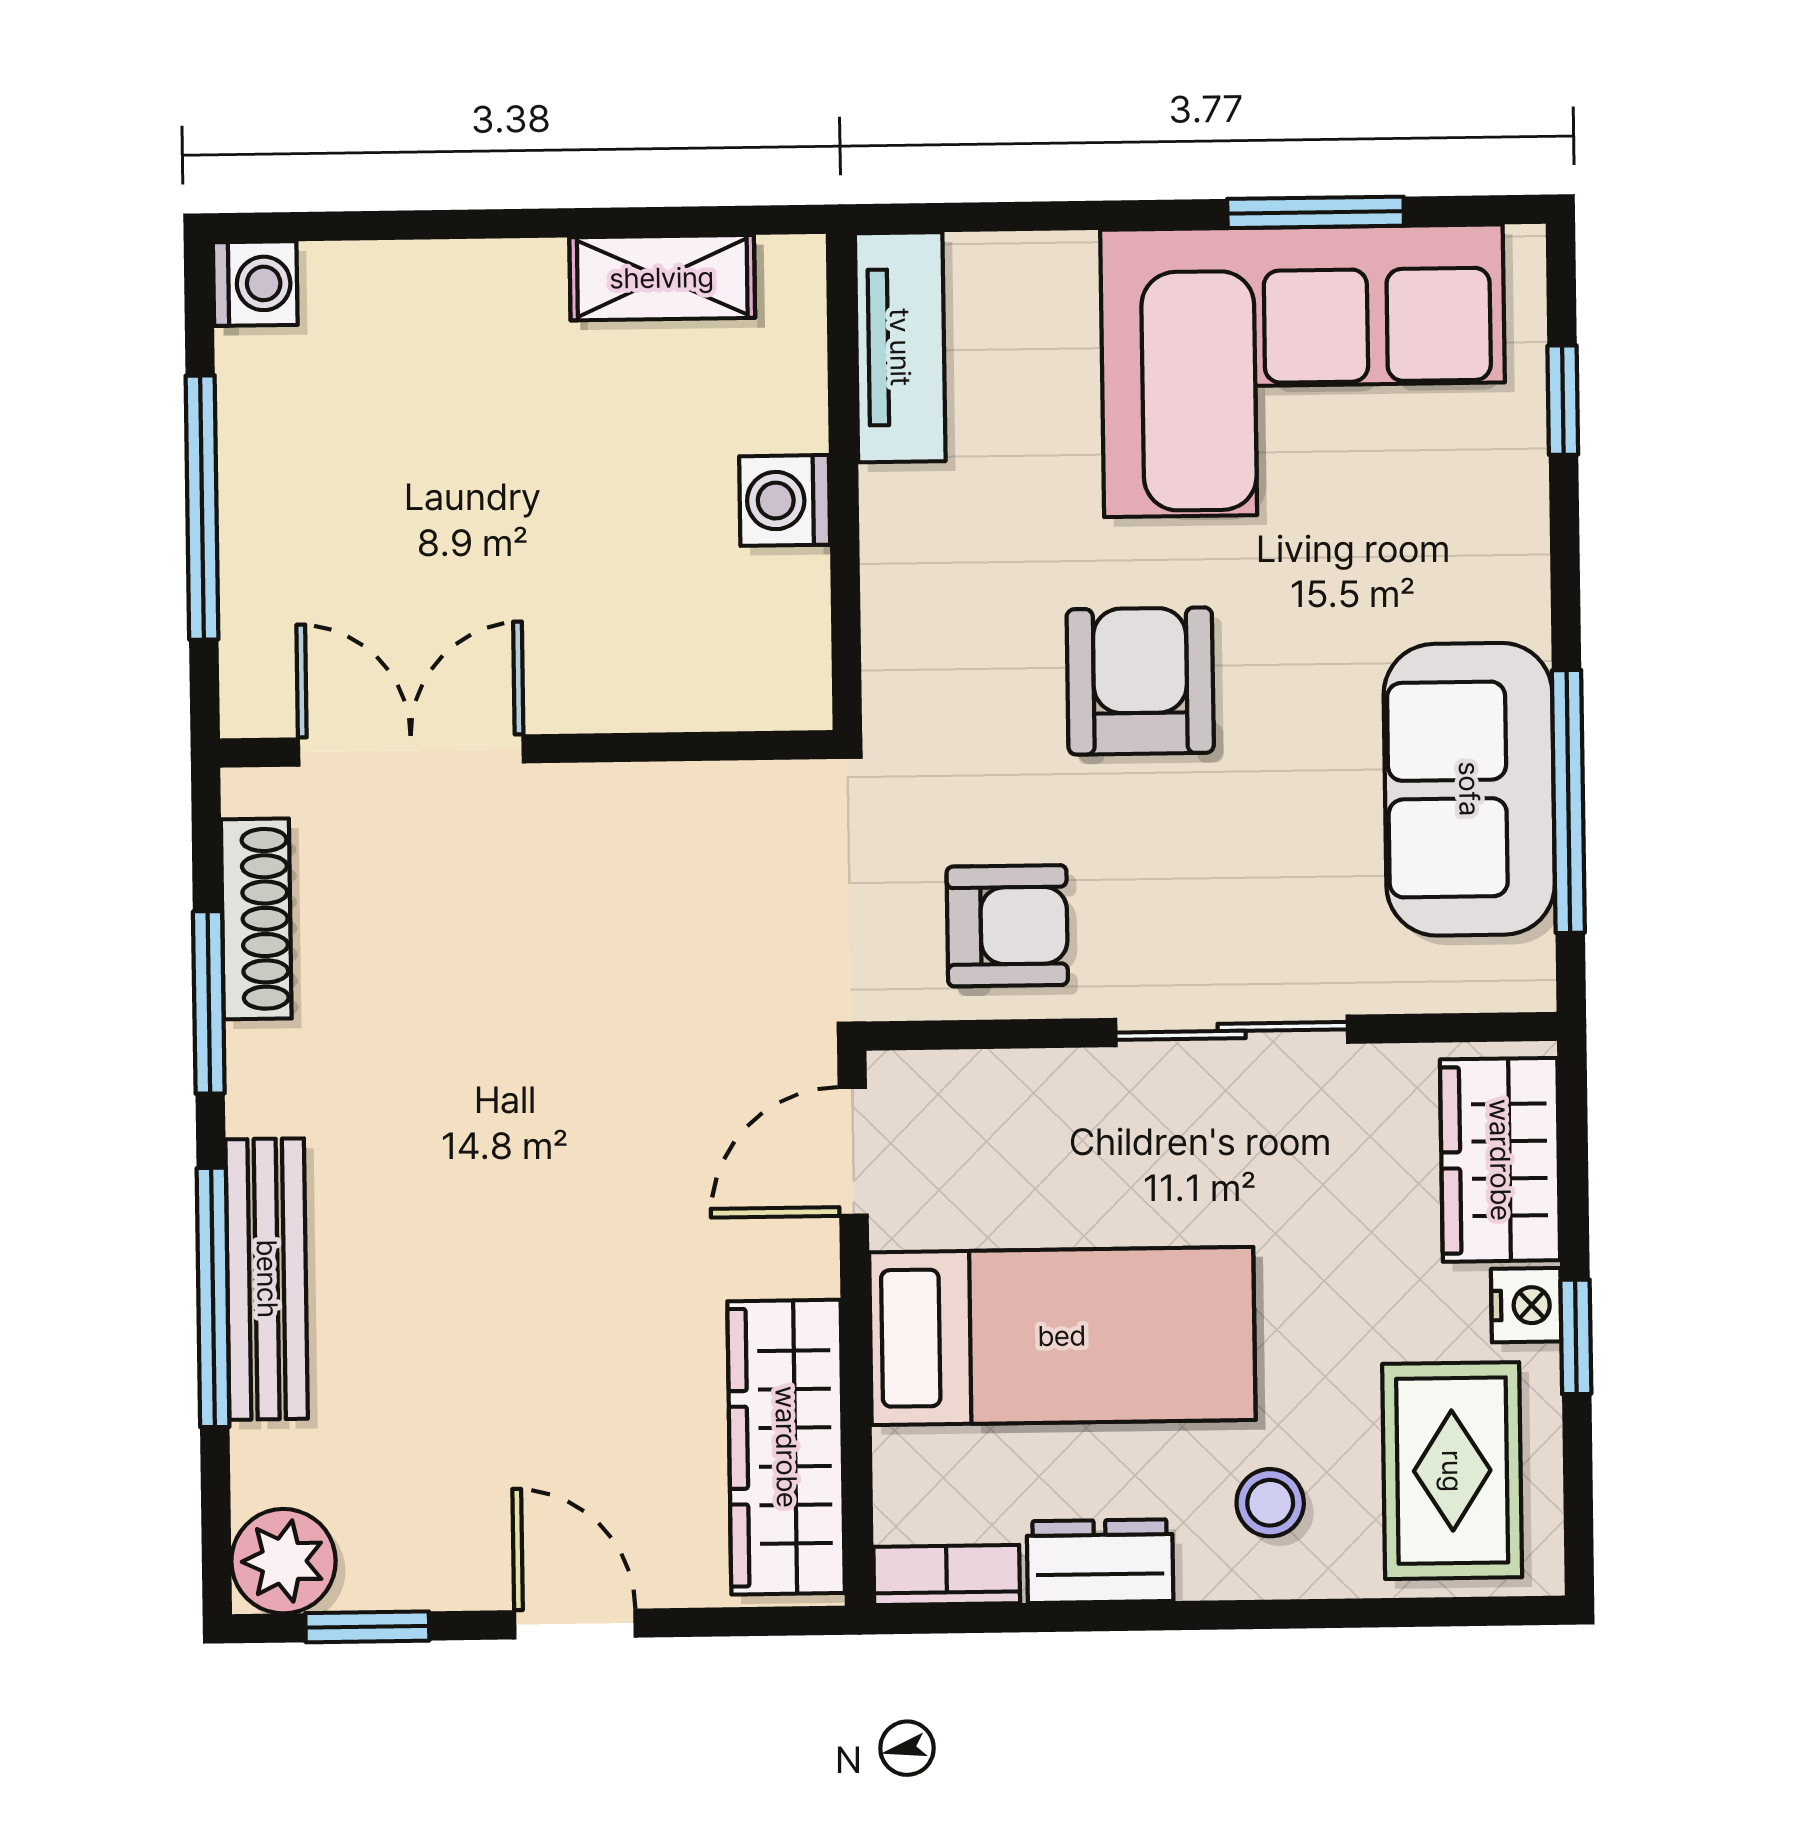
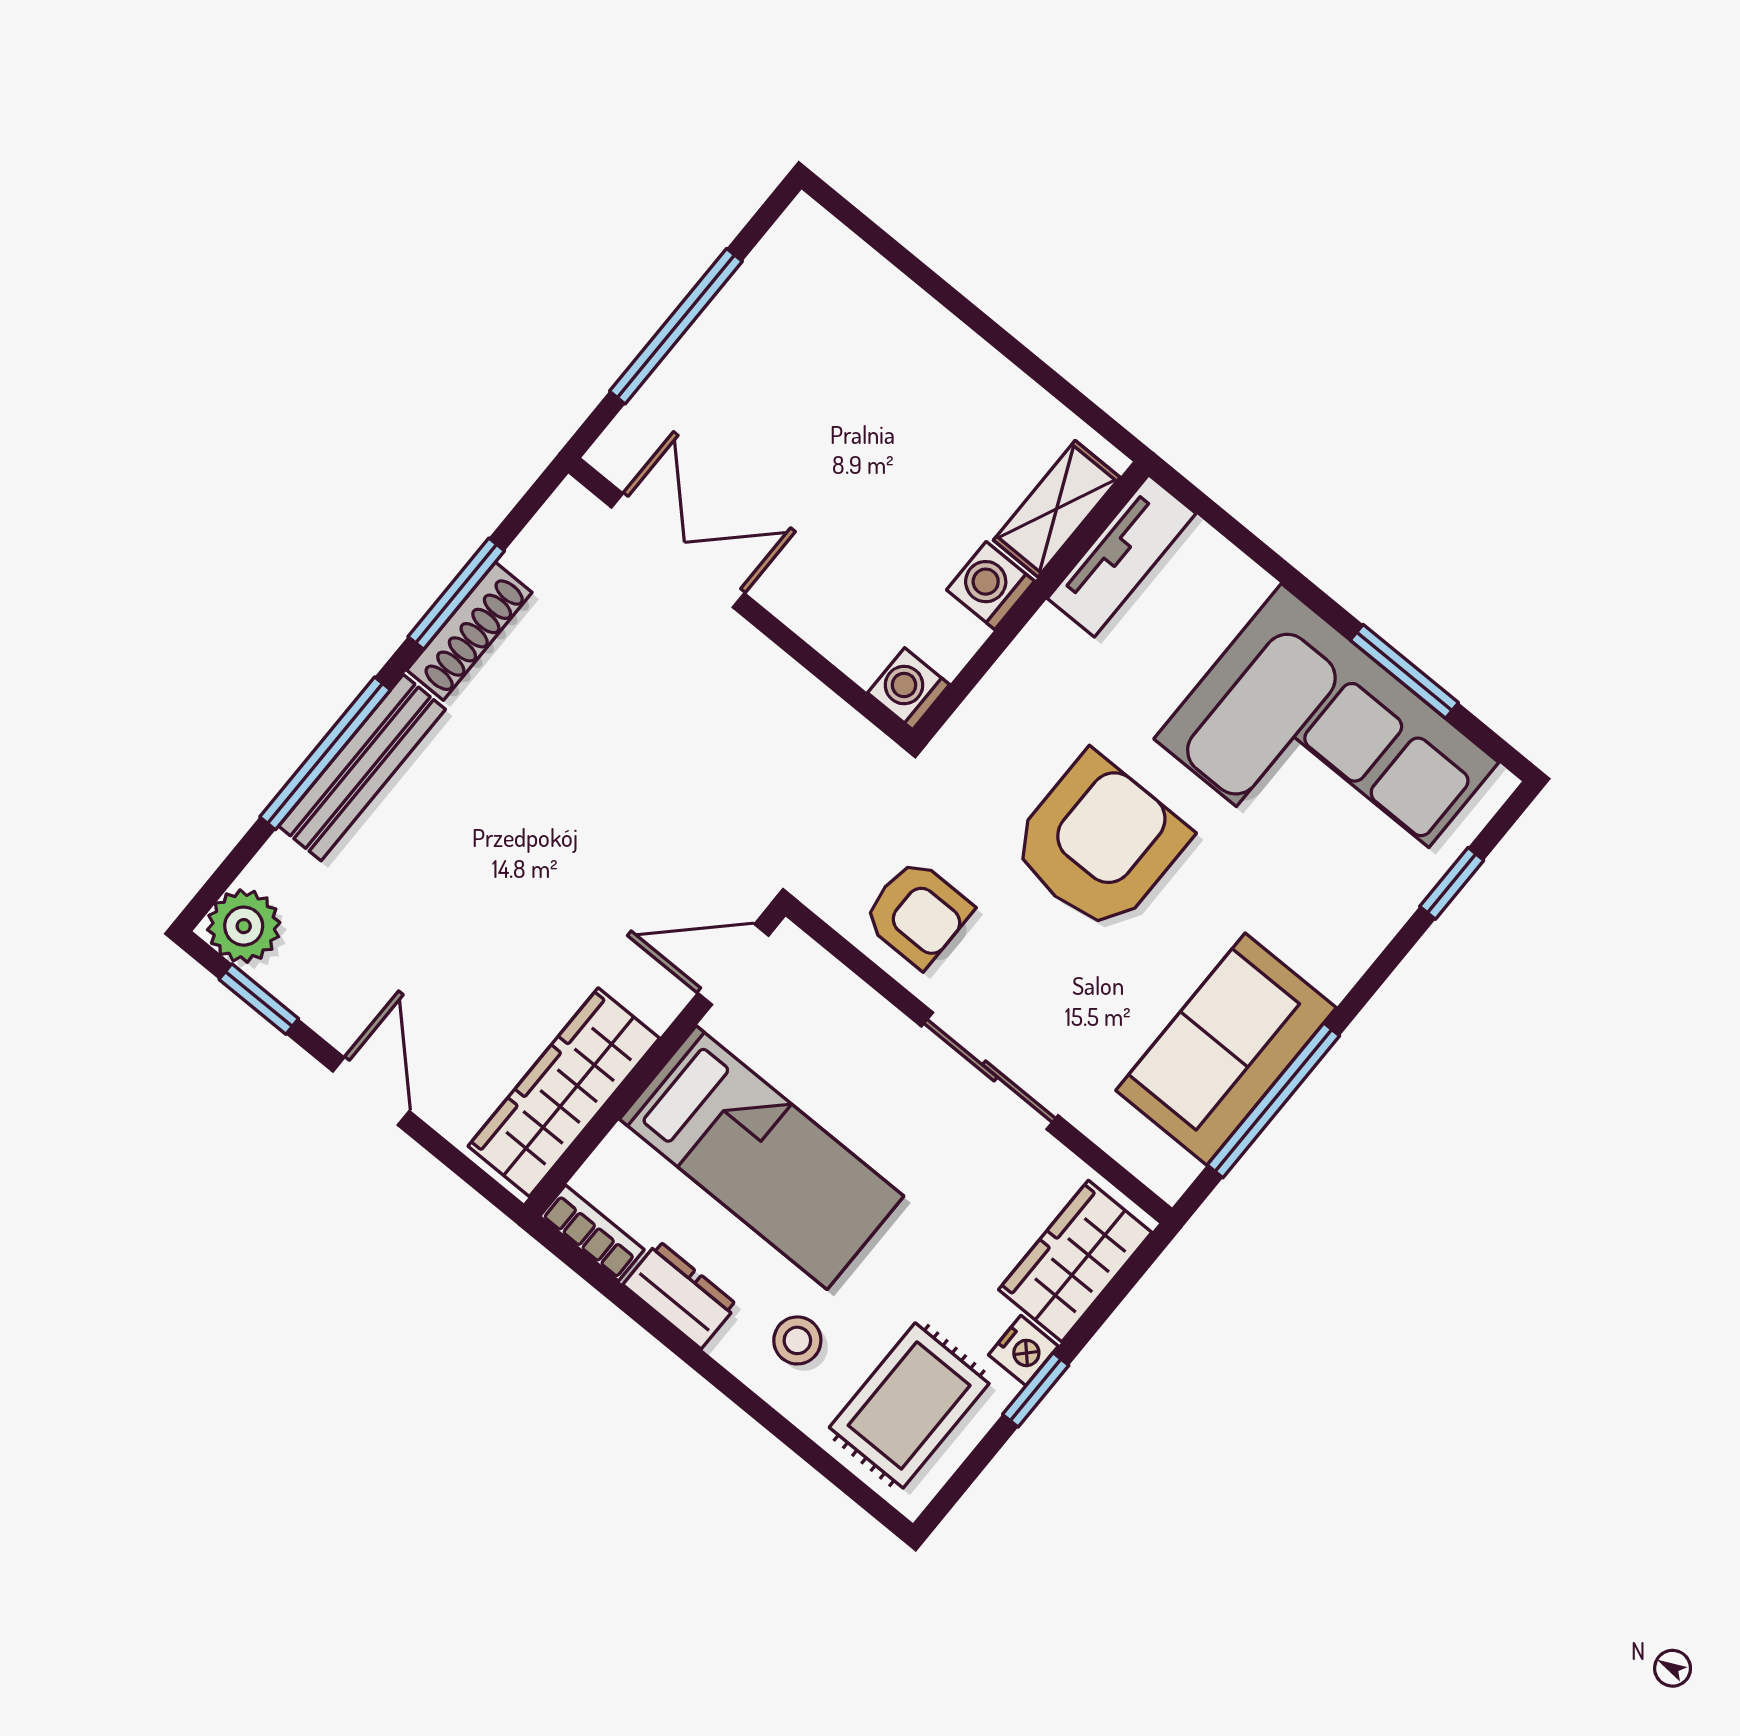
shelving: (662, 278) -> (1057, 509), moved, turned 90
washing machine: (255, 284) -> (909, 689), moved, turned 180
armchair: (1140, 681) -> (1099, 843), width x1.36, depth x1.36
shoe rack: (256, 919) -> (469, 631), moved

